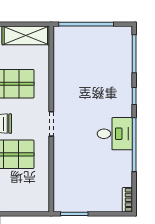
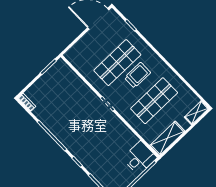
desk: (115, 134) -> (140, 158), moved, turned 180

